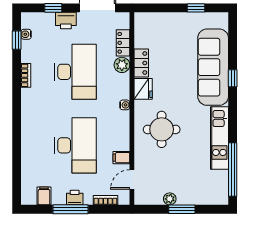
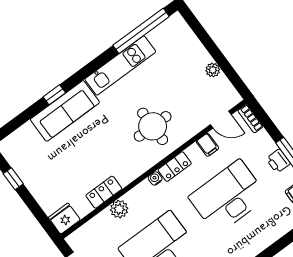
locker: (123, 43) -> (175, 167), moved
sofa: (213, 67) -> (65, 111), width x0.74, depth x0.79
fridge: (143, 89) -> (64, 219), moved
bookcase: (105, 200) -> (250, 119), moved
window: (182, 209) -> (214, 51), removed

